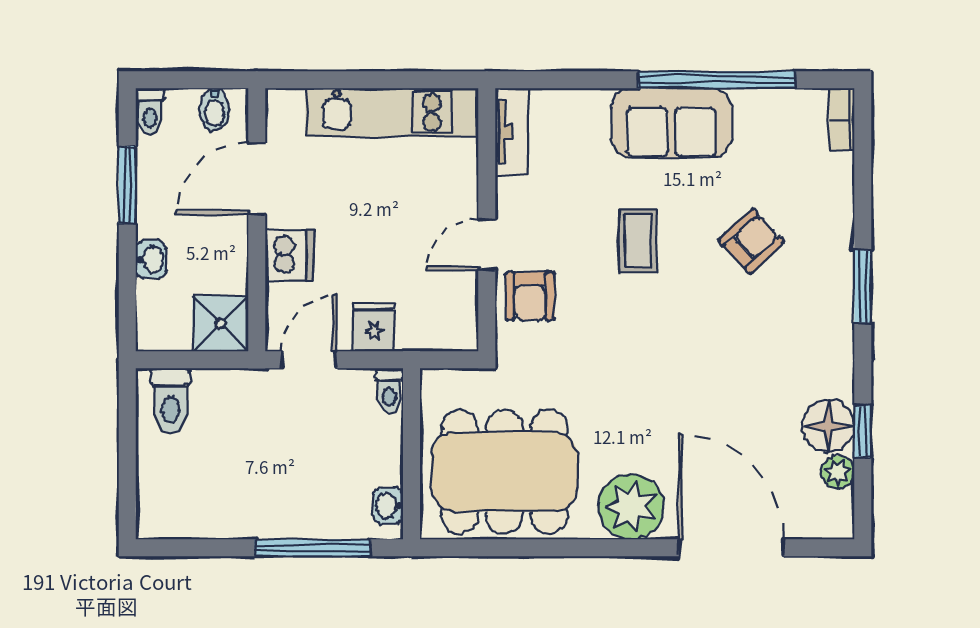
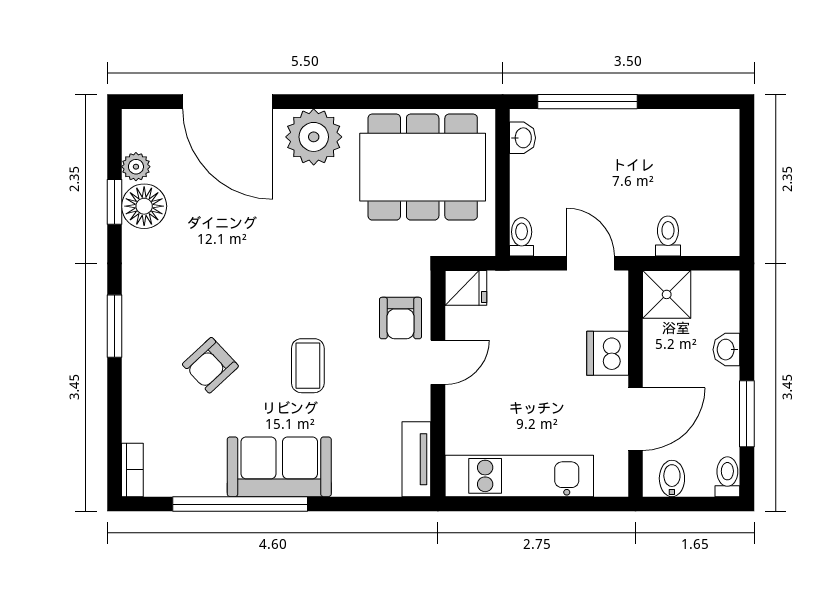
armchair: (530, 296) -> (400, 318), turned 180
fridge: (374, 327) -> (466, 288), moved, turned -90
door: (309, 360) -> (591, 263), swing flipped
toilet: (170, 401) -> (668, 236), moved, width x0.73, depth x0.72

